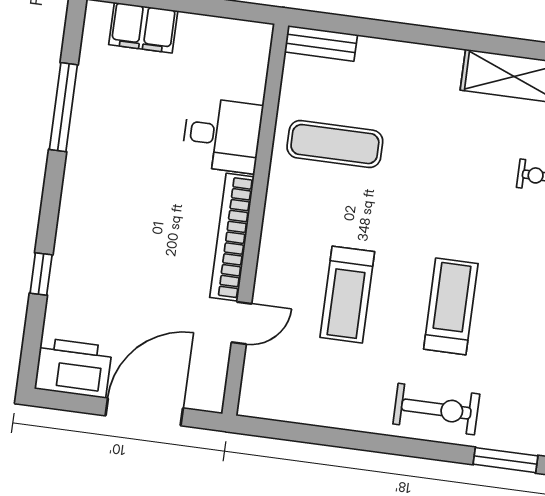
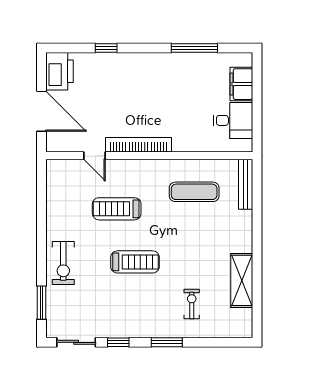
bench: (321, 43) -> (246, 184), width x1.36
desk: (222, 135) -> (233, 120), moved, turned -90
exercise mat: (335, 144) -> (194, 192), turned 90
treadmill: (451, 306) -> (135, 262), moved

